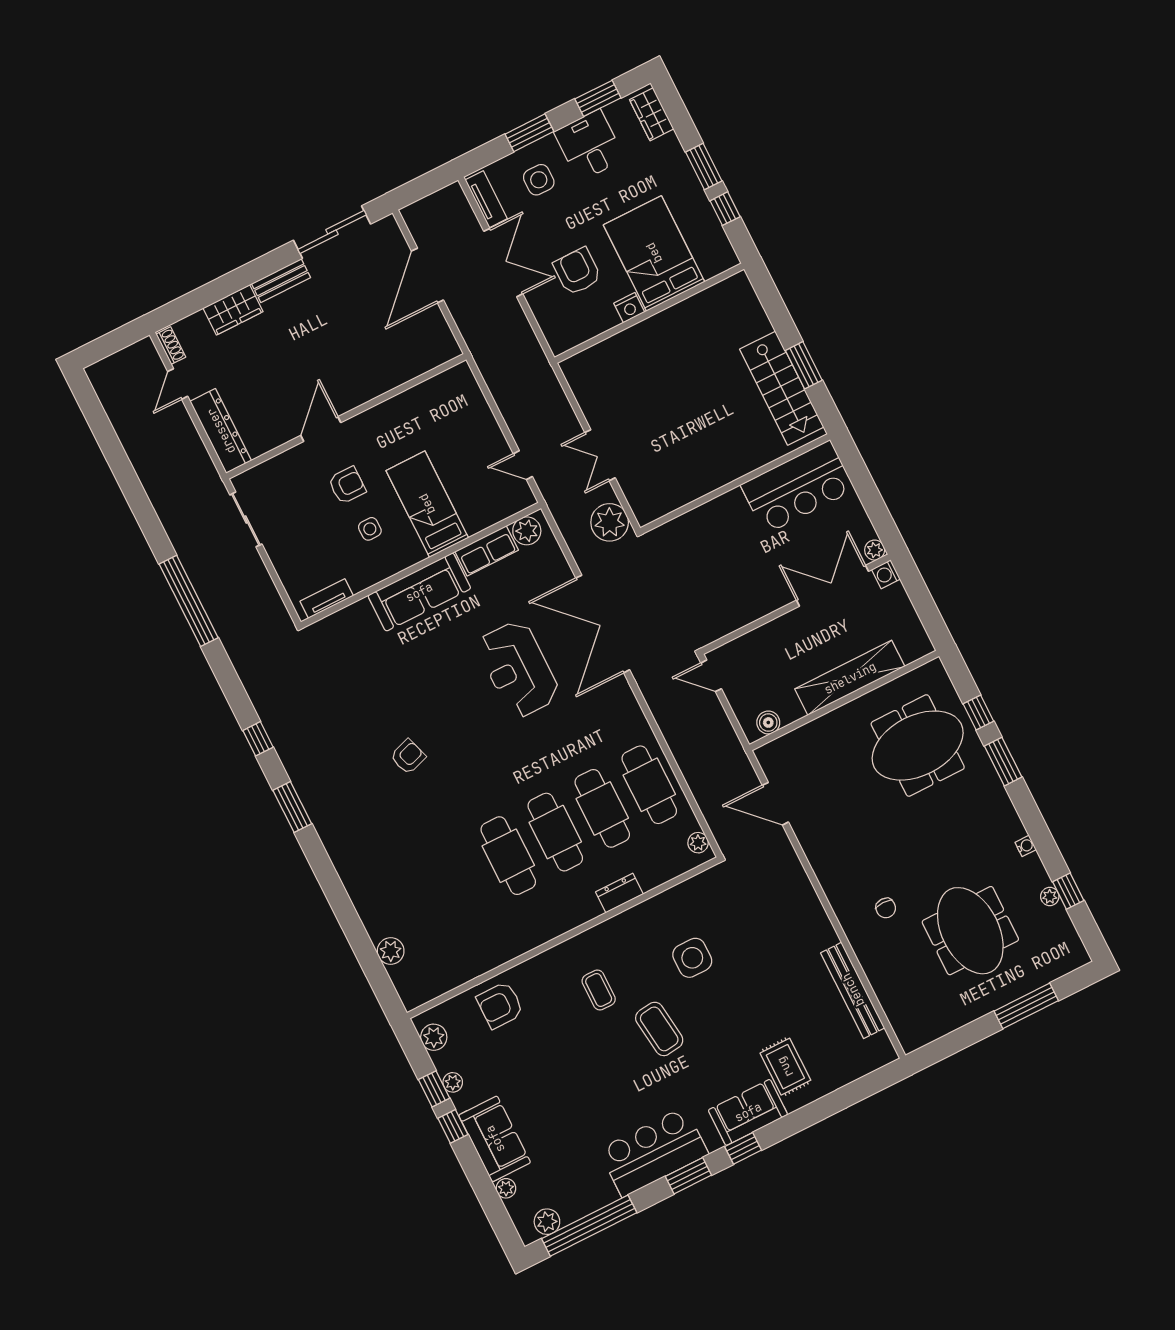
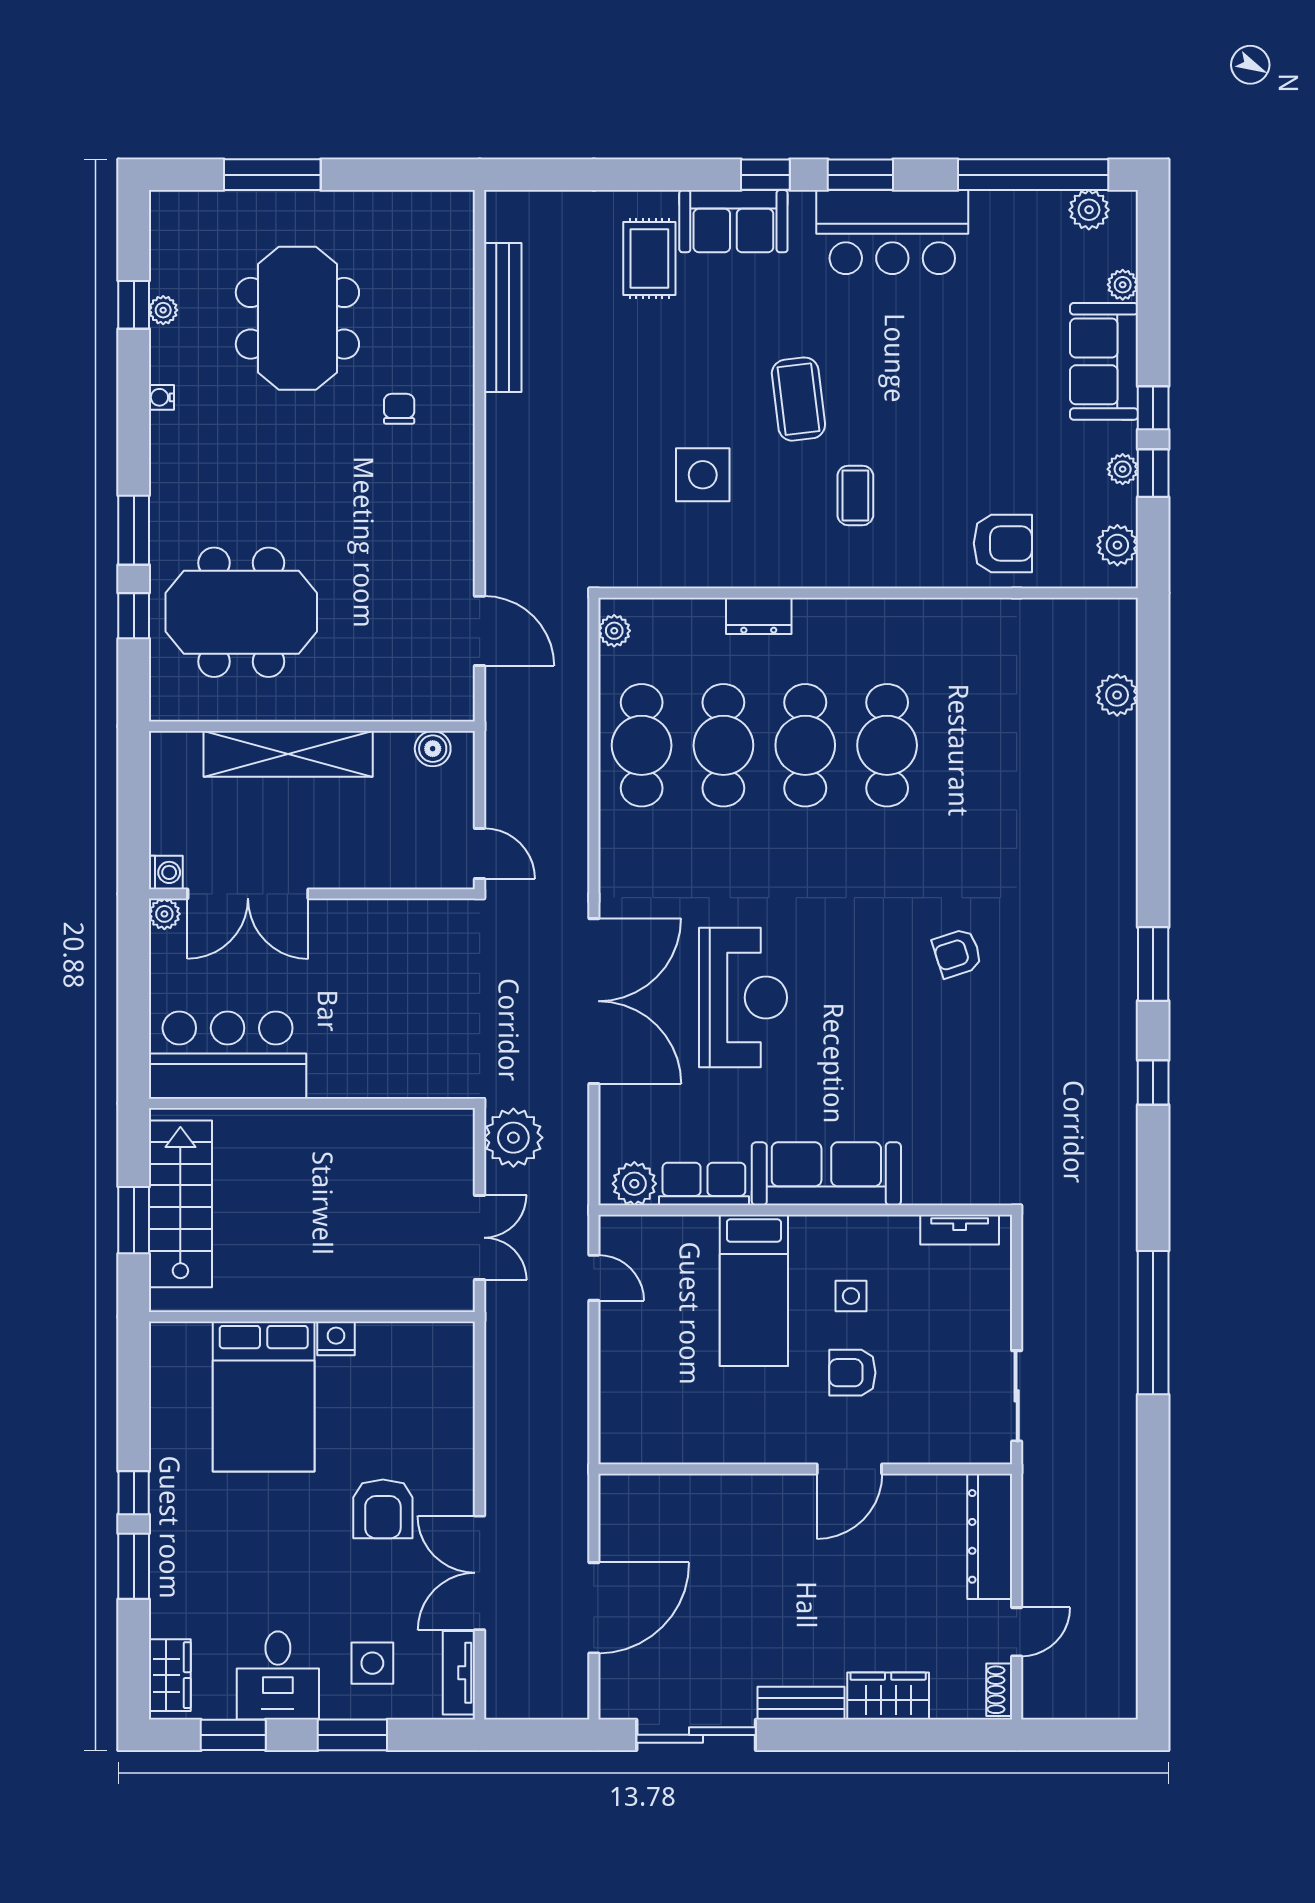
bed: (654, 253) -> (264, 1396), moved
nightstand: (629, 308) -> (336, 1338), moved
wall: (649, 313) -> (312, 1317), moved

